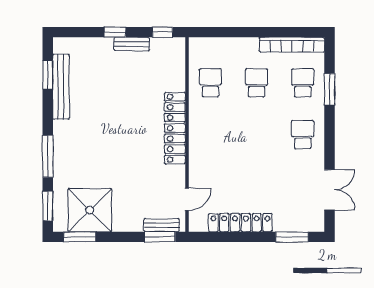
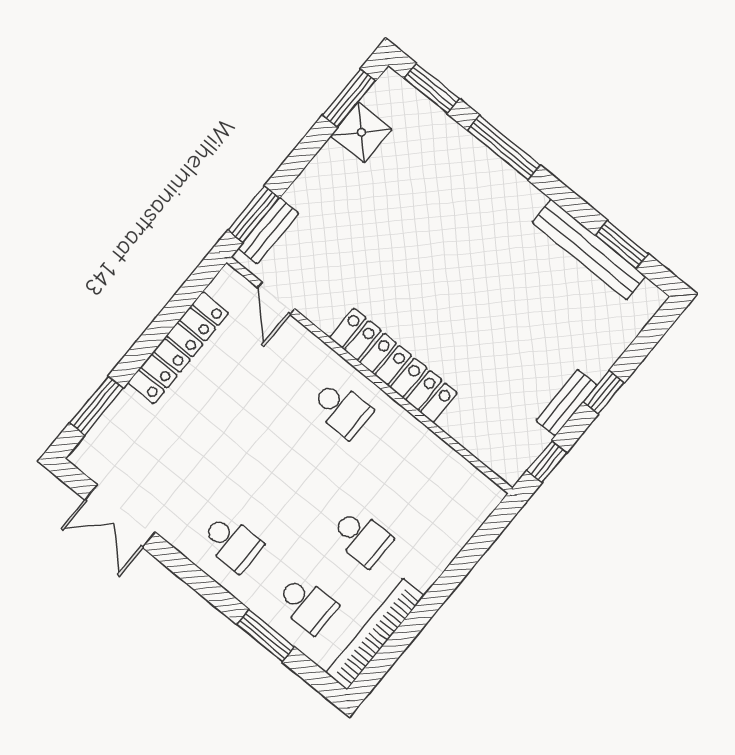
school desk: (210, 83) -> (342, 409), moved
shower: (90, 210) -> (361, 132), width x0.54, depth x0.54

